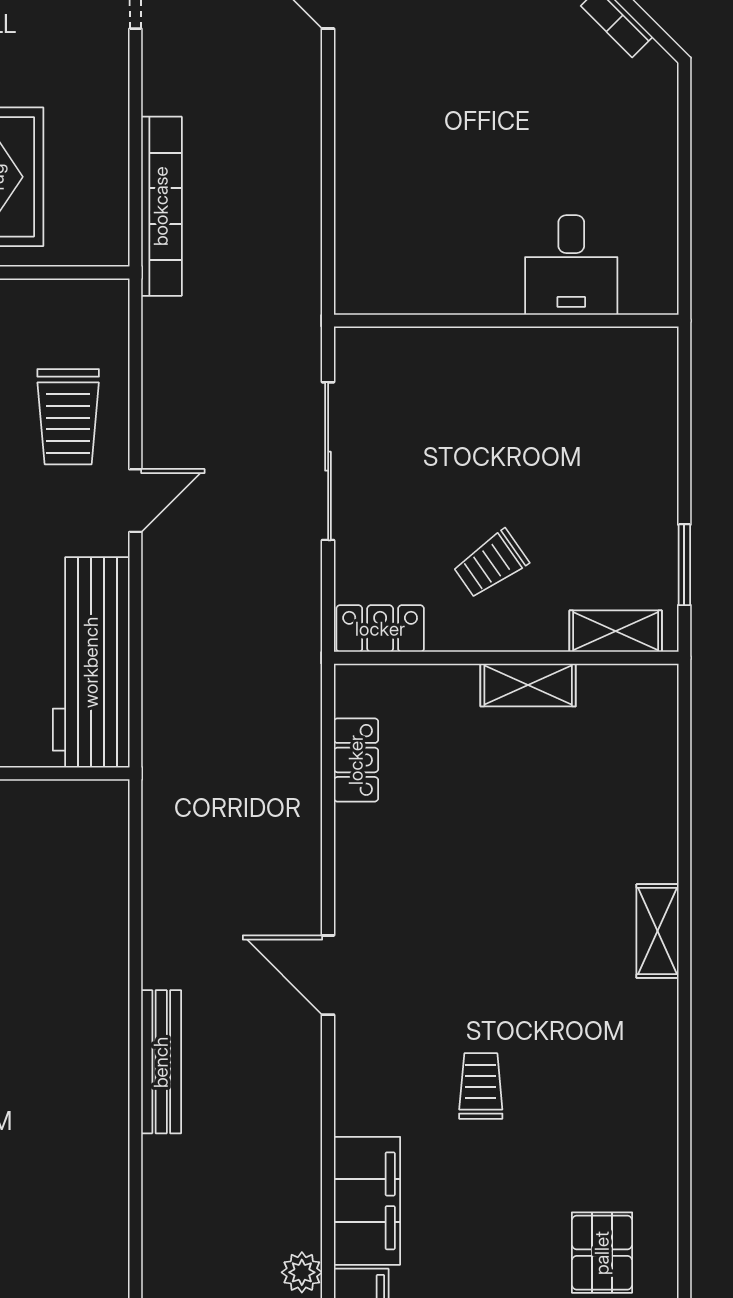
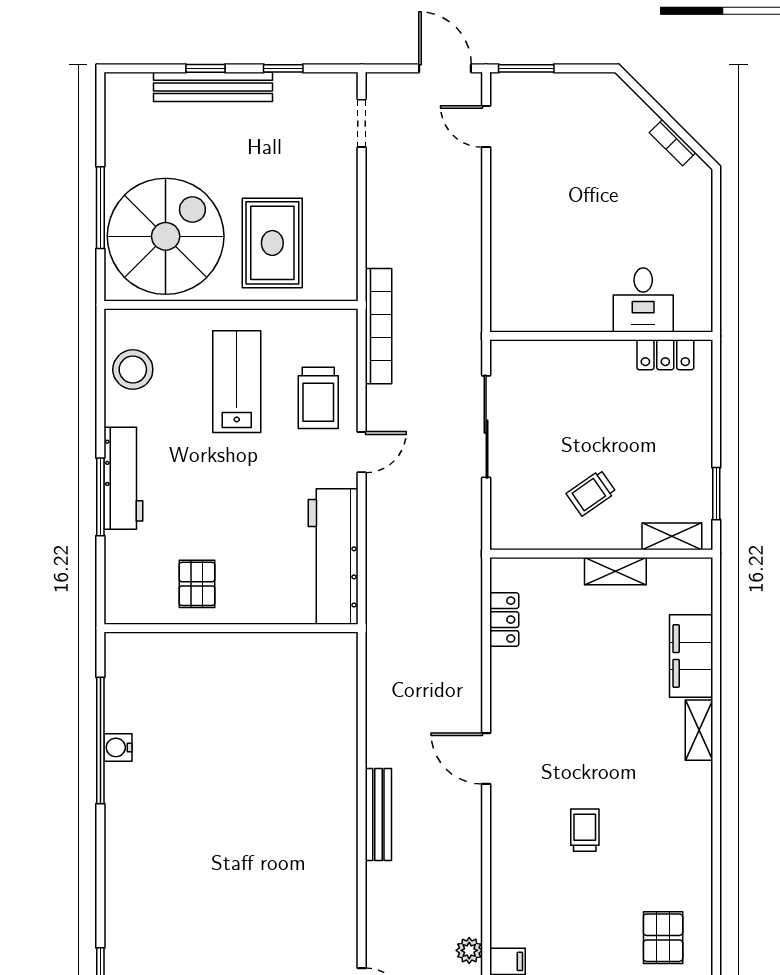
bookcase: (161, 206) -> (379, 326), moved
locker: (380, 629) -> (665, 355), moved, turned 180
filing cabinet: (367, 1201) -> (691, 656), moved, turned 180

